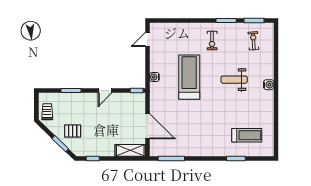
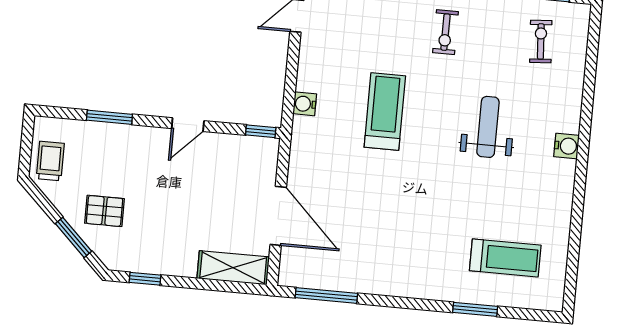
treadmill: (189, 77) -> (385, 112), width x0.73, depth x0.73
weight bench: (234, 80) -> (488, 127), turned 90

